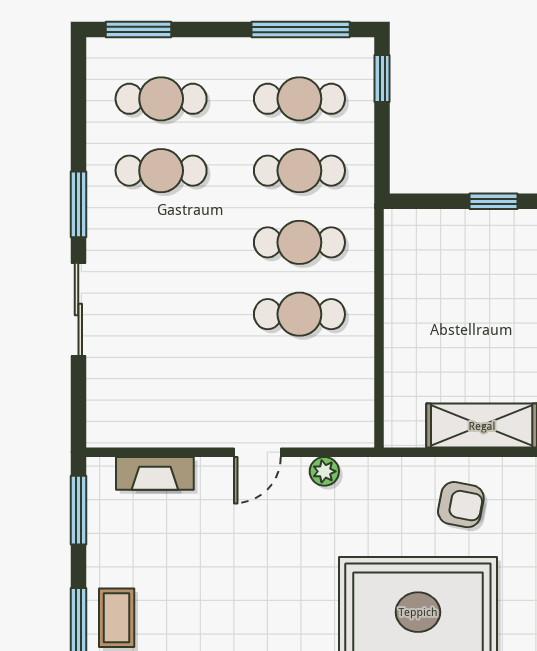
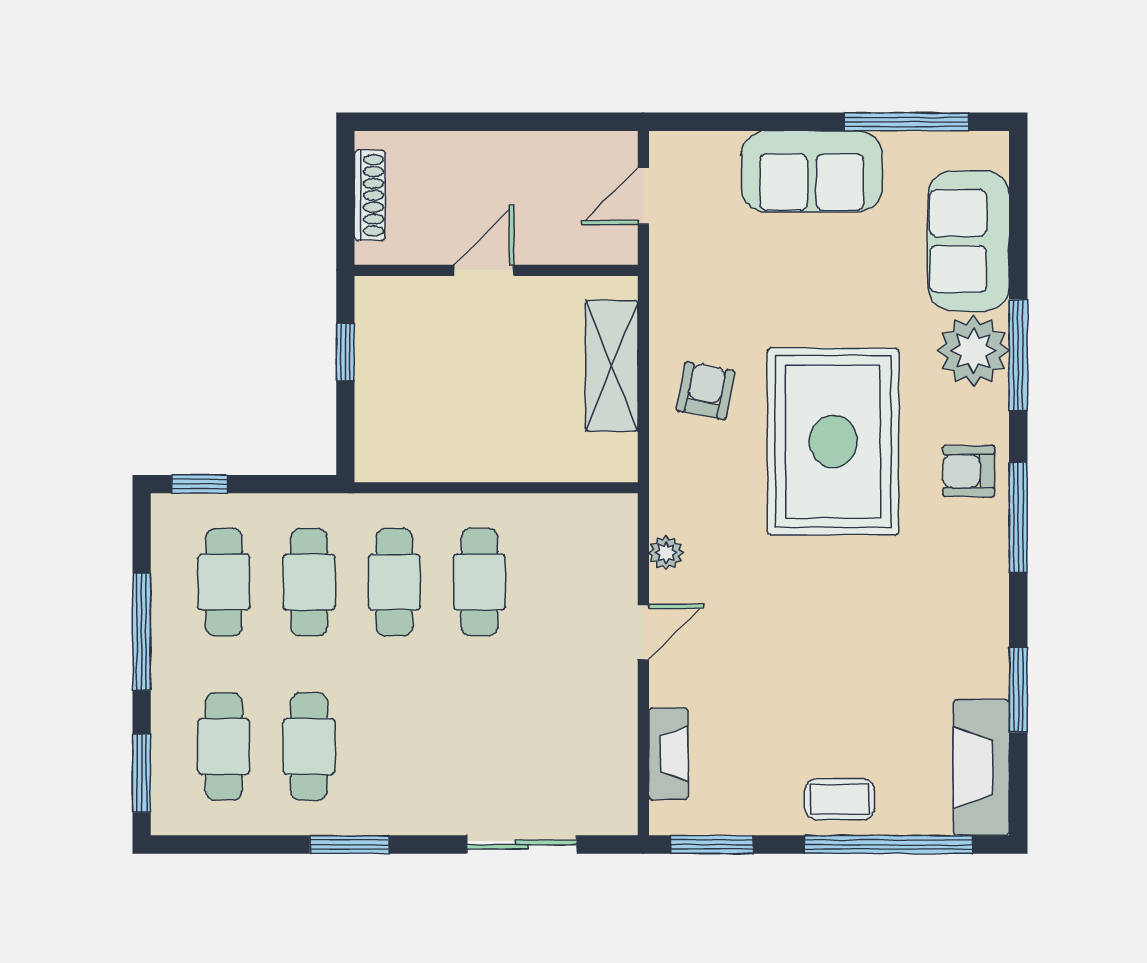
window: (301, 30) -> (142, 632), moved
sliding door: (78, 309) -> (522, 845), moved
door: (257, 452) -> (643, 632), hinge flipped

